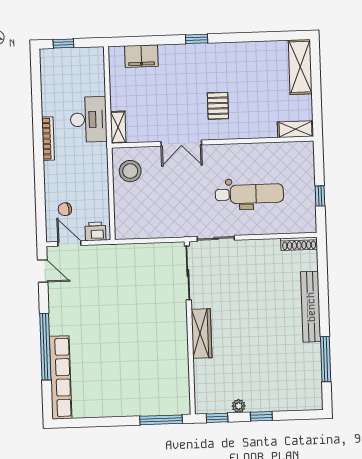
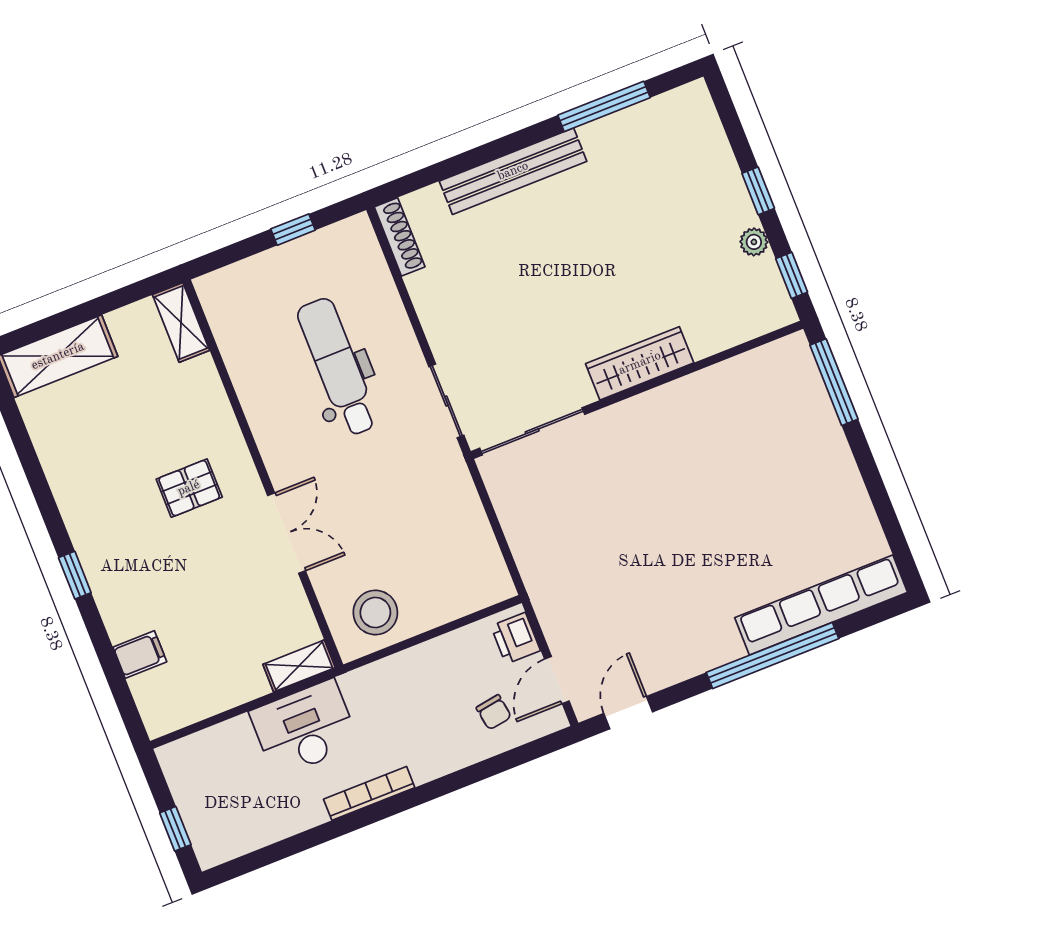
filing cabinet: (141, 56) -> (140, 654), width x0.50

